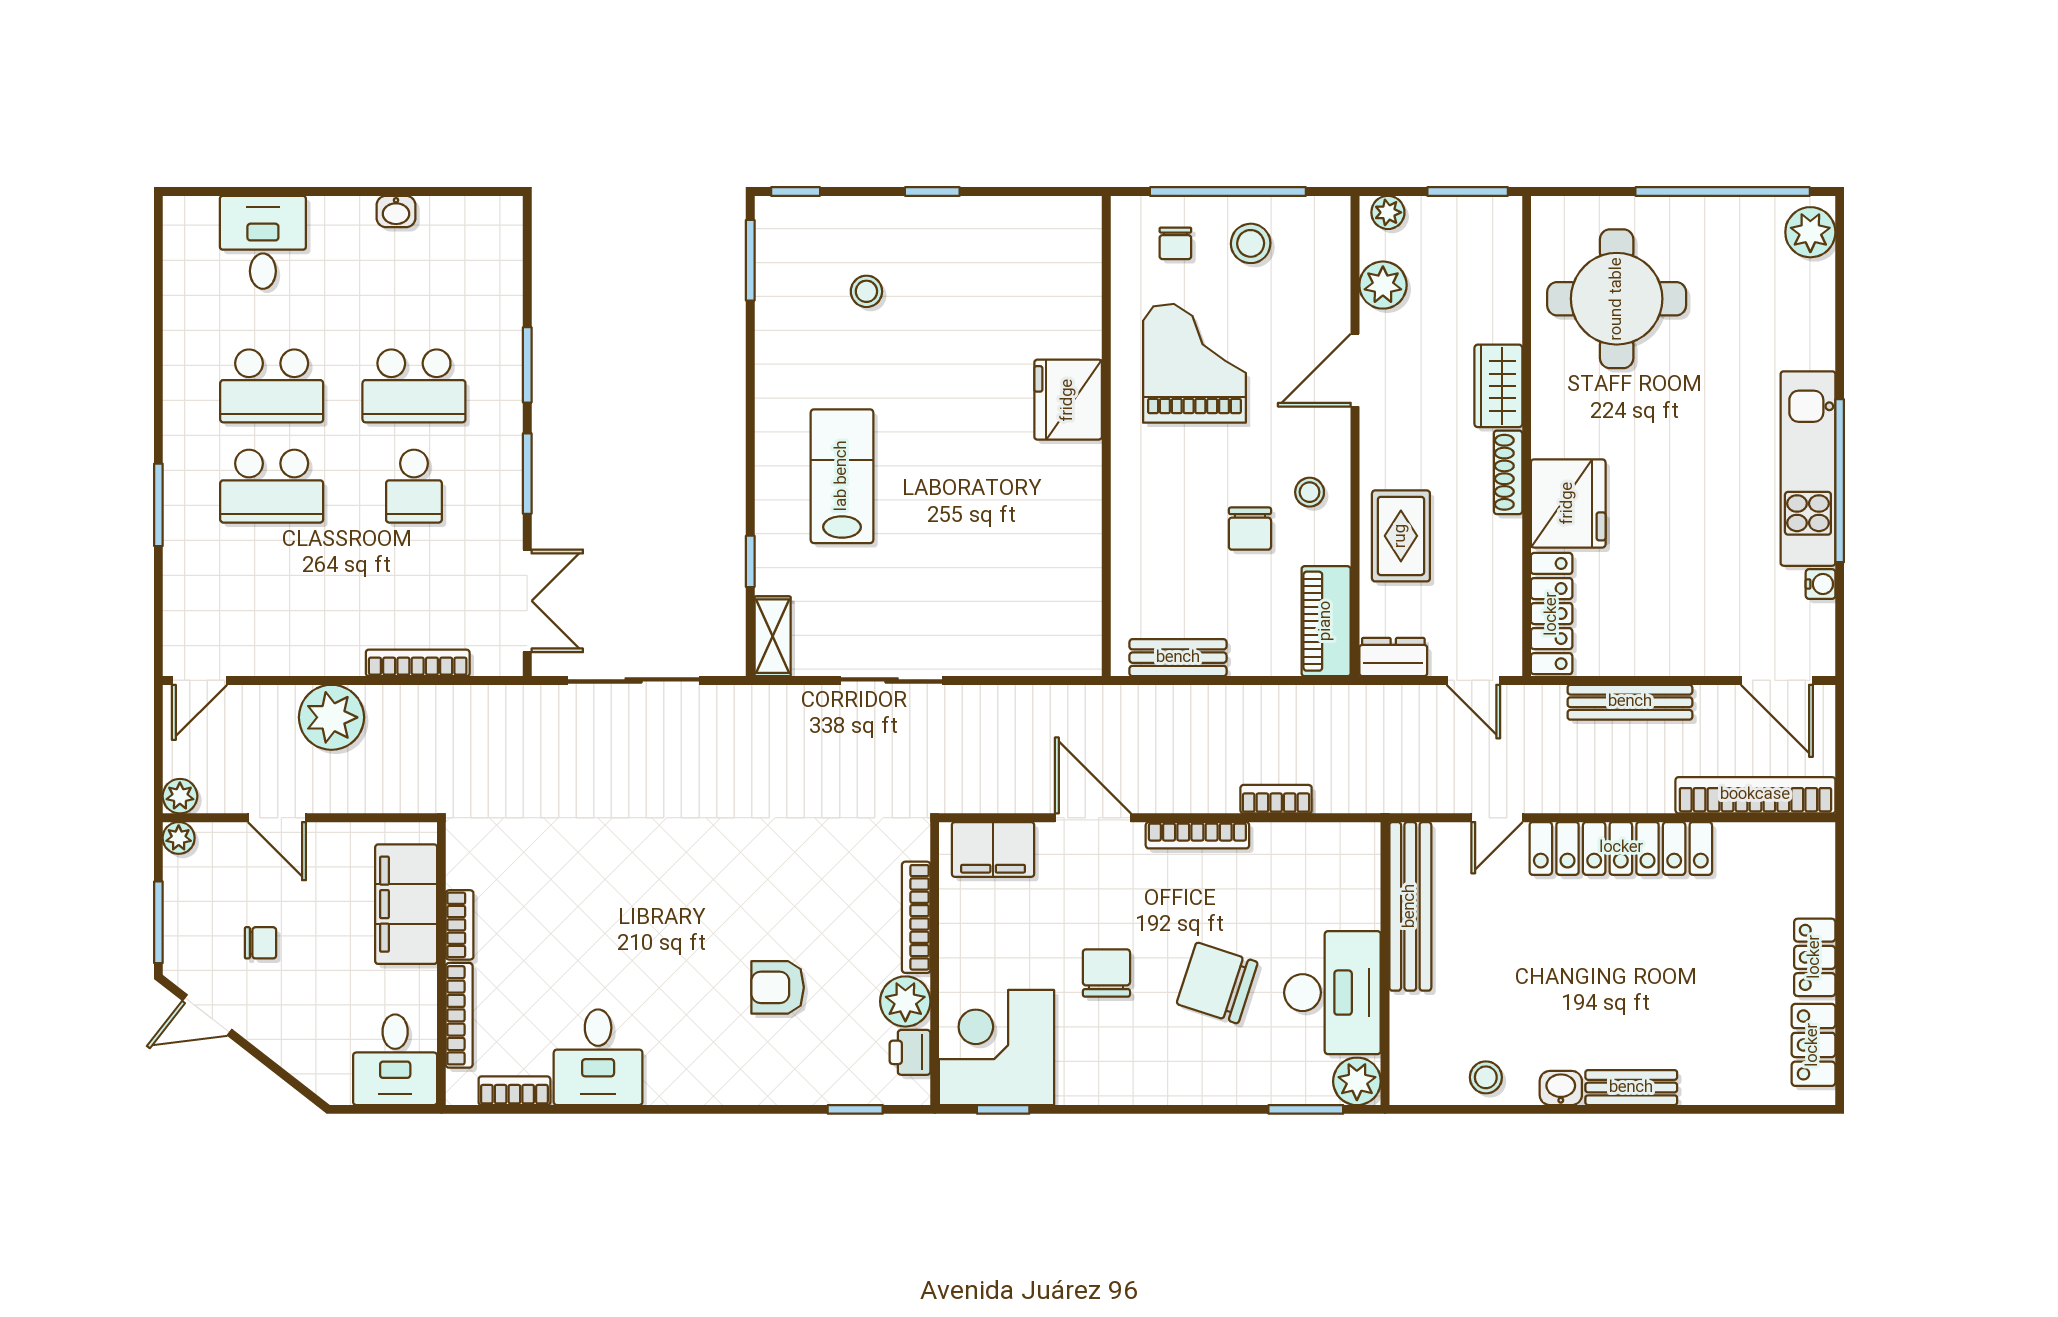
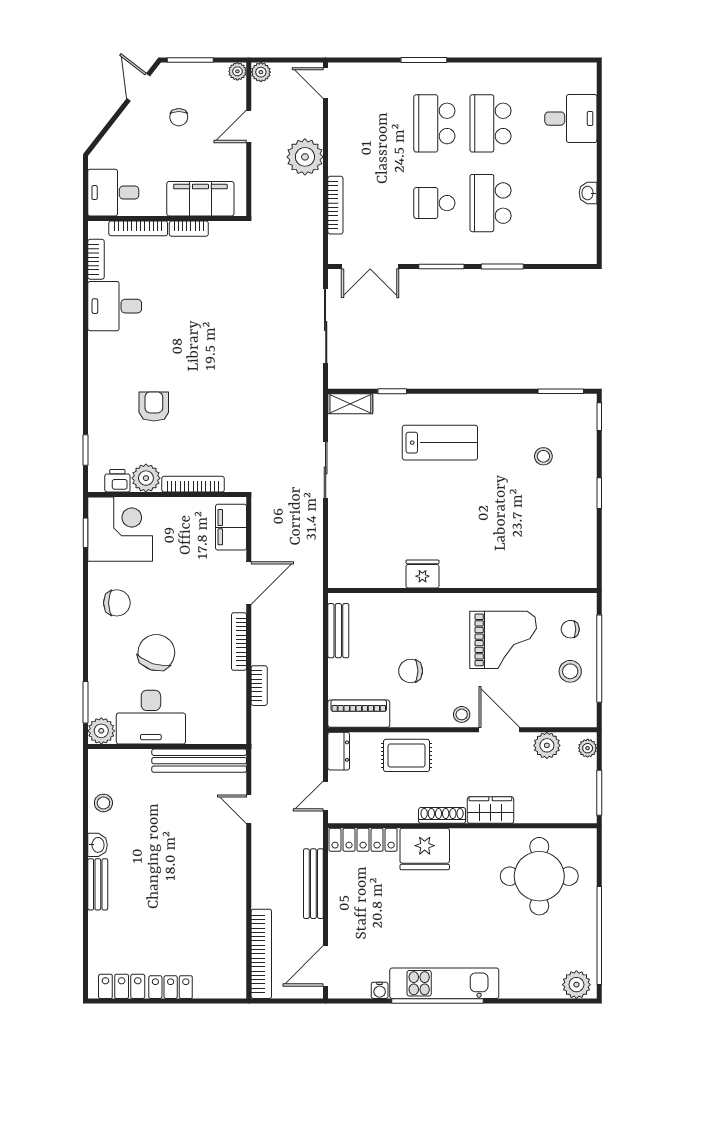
fridge: (1068, 400) -> (422, 574), moved, width x0.73, depth x0.75
stool: (1310, 492) -> (462, 714), moved
locker: (1621, 848) -> (232, 879), removed
chair: (1106, 973) -> (117, 603), moved

